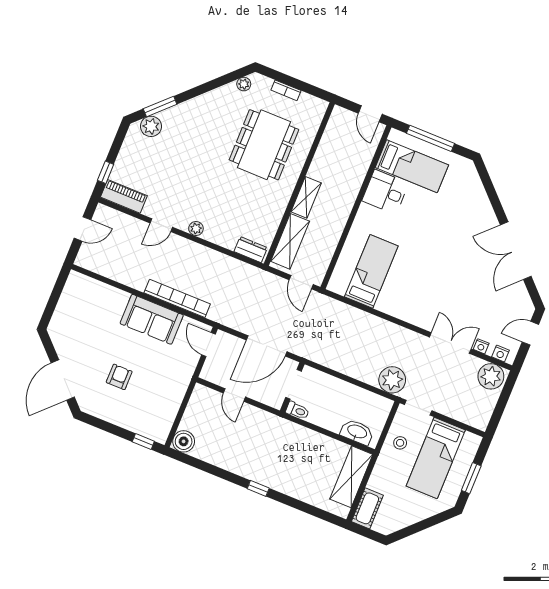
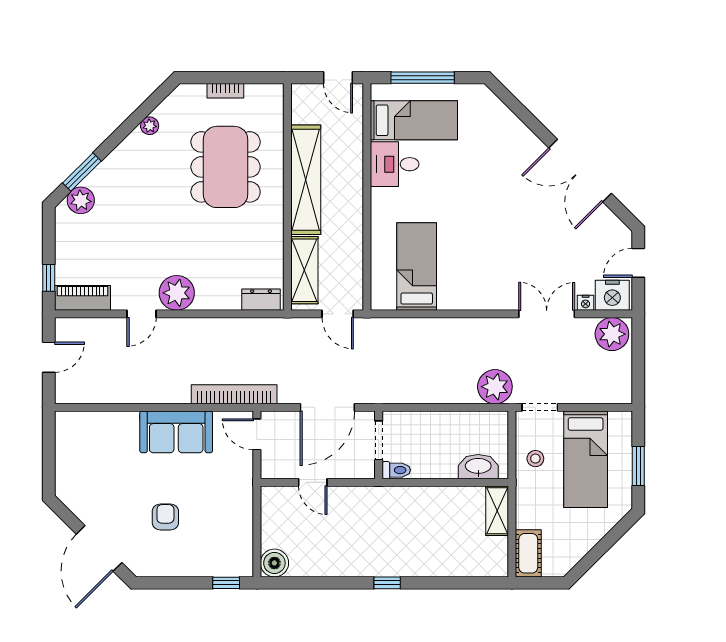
plant: (244, 84) -> (150, 126), moved
shelving: (306, 197) -> (306, 180), width x2.20, depth x1.33
plant: (196, 229) -> (177, 293), width x1.88, depth x1.88
bookcase: (177, 298) -> (234, 394), moved
nightstand: (501, 354) -> (612, 295), width x1.89, depth x1.79
shelving: (351, 477) -> (497, 511), width x0.67, depth x0.75

